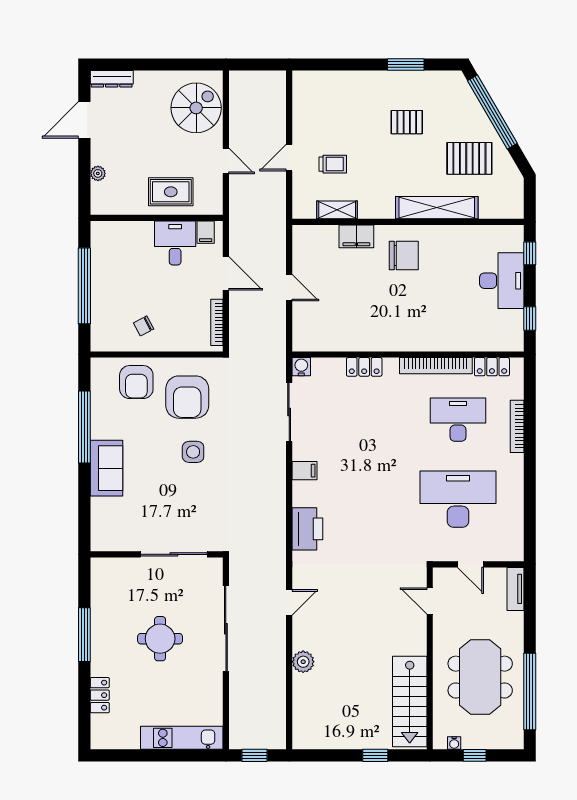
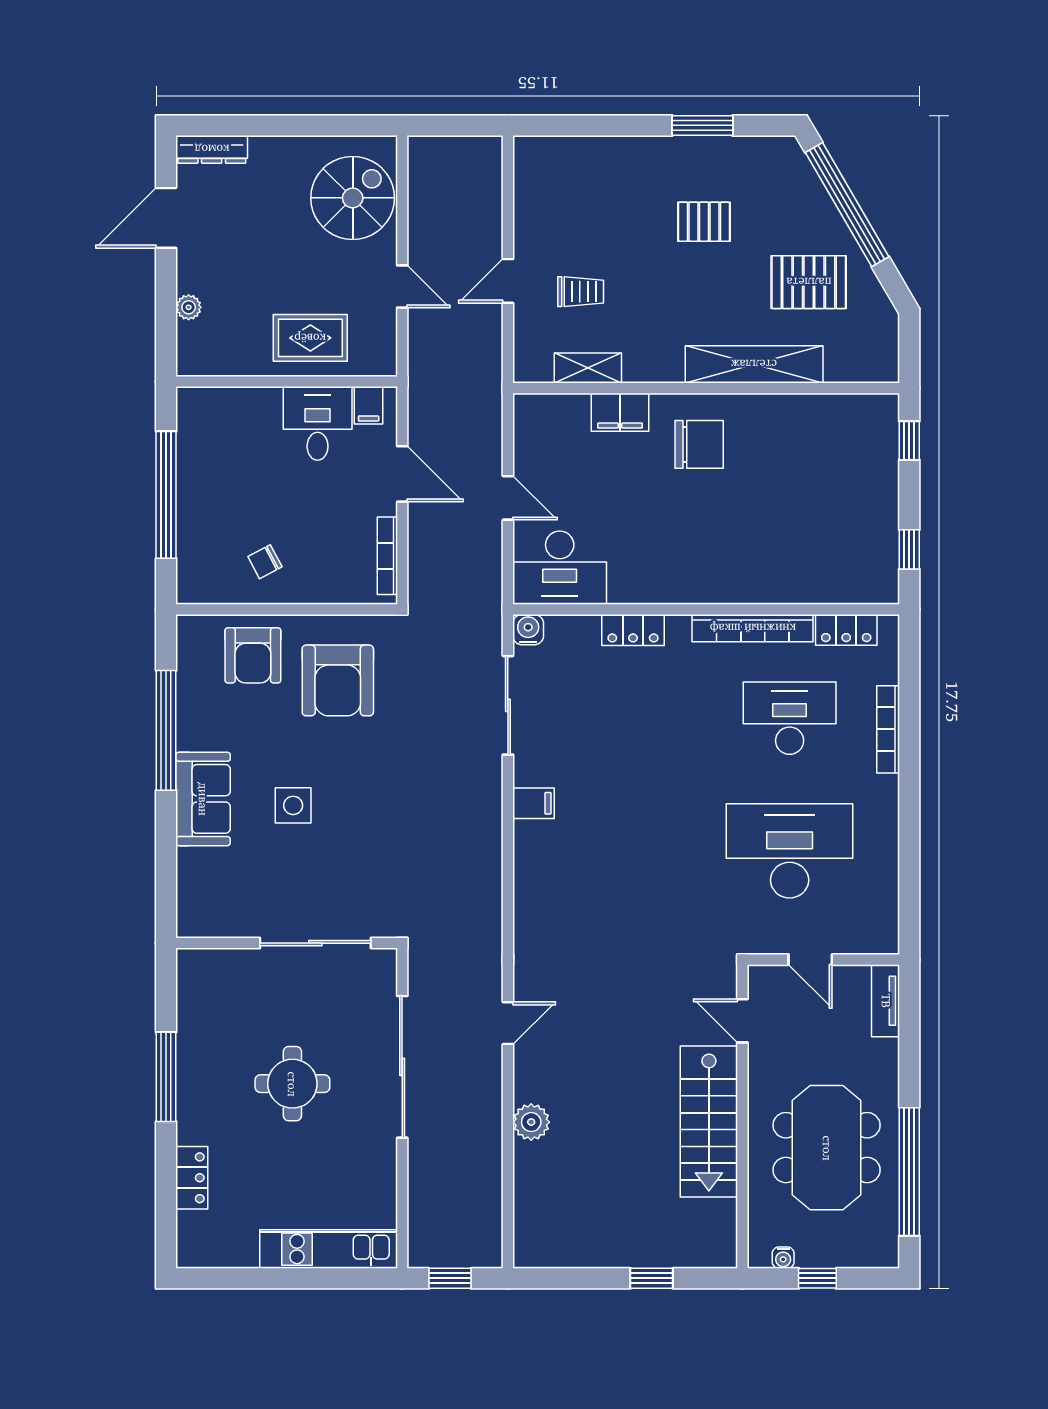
desk: (502, 281) -> (560, 568), moved, turned 90
side table: (193, 452) -> (293, 805), moved
printer: (307, 529) -> (538, 900), removed
stairs: (410, 701) -> (709, 1121), moved

